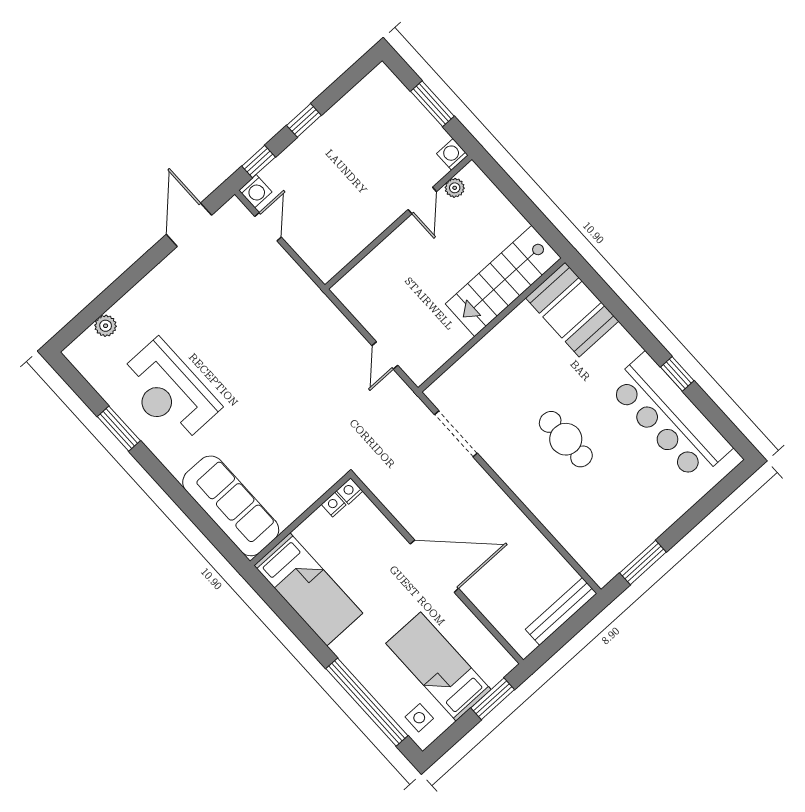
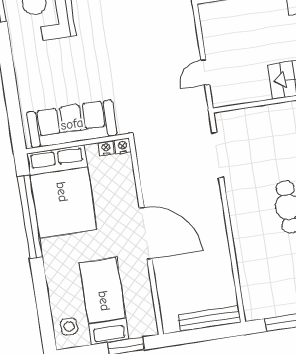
sofa: (231, 506) -> (72, 124), moved, turned -90
bed: (308, 589) -> (62, 192), width x1.50
window: (367, 702) -> (30, 217), moved

